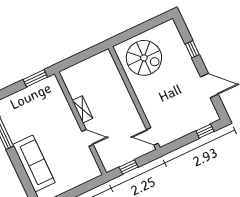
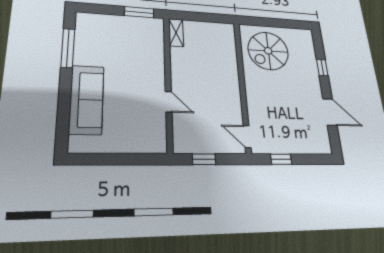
spiral stairs: (144, 58) -> (268, 51), turned 90
shelving: (83, 109) -> (176, 33), moved
window: (205, 131) -> (281, 159), moved

